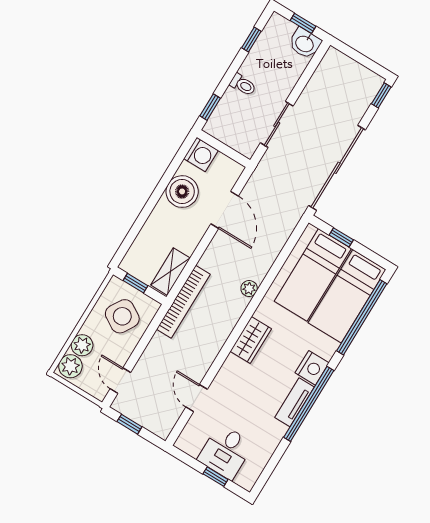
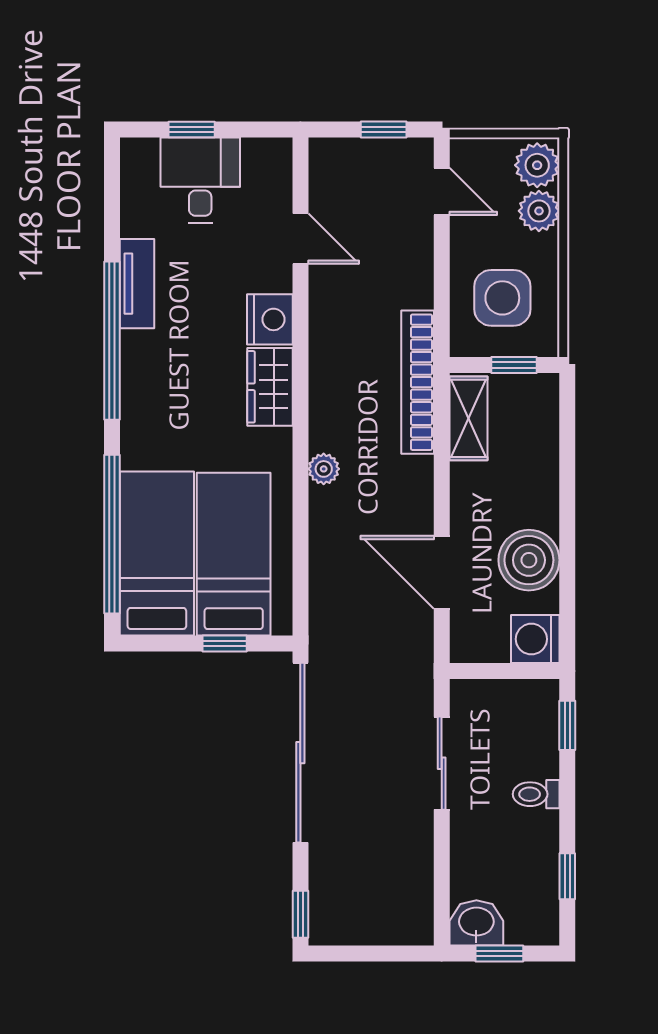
side table: (122, 316) -> (502, 298), turned -31
nightstand: (312, 368) -> (270, 319), moved, turned 180
tv unit: (295, 402) -> (137, 284), moved

